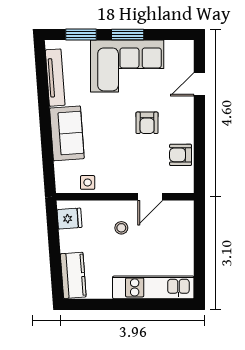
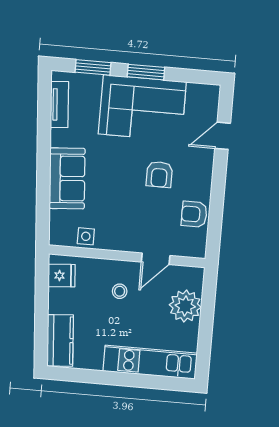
tv unit: (55, 78) -> (59, 104), width x0.71
plant: (180, 236) -> (185, 306), added

